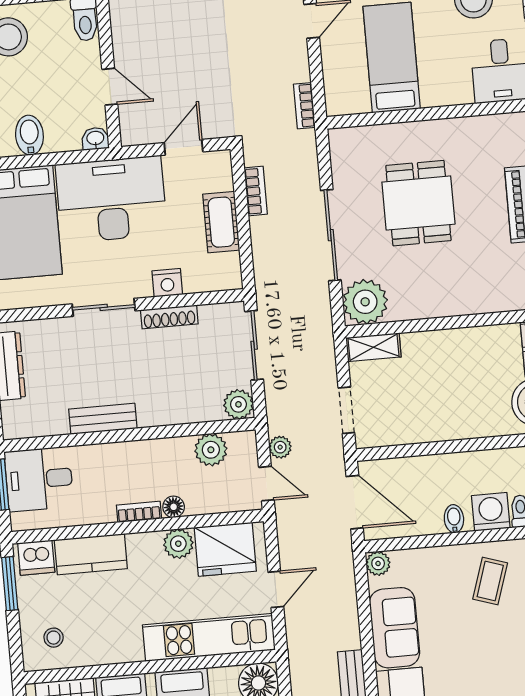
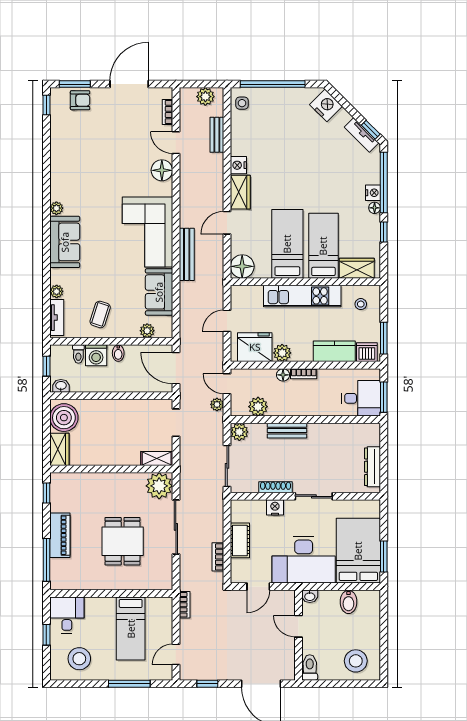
bench: (103, 419) -> (287, 431), moved
plant: (378, 563) -> (147, 331), moved
kitchen unit: (209, 637) -> (302, 296), moved

